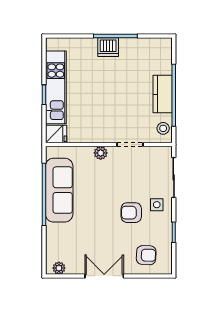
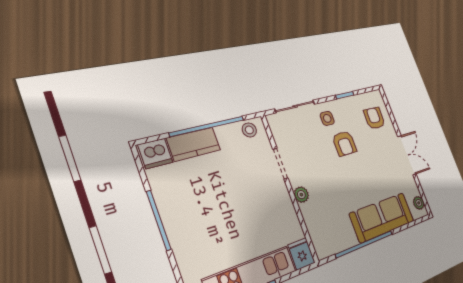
dishwasher: (108, 47) -> (155, 154), moved, turned 90
kitchen counter: (163, 94) -> (194, 144), moved
sofa: (59, 190) -> (382, 217), moved
double door: (104, 276) -> (407, 155), swing flipped

